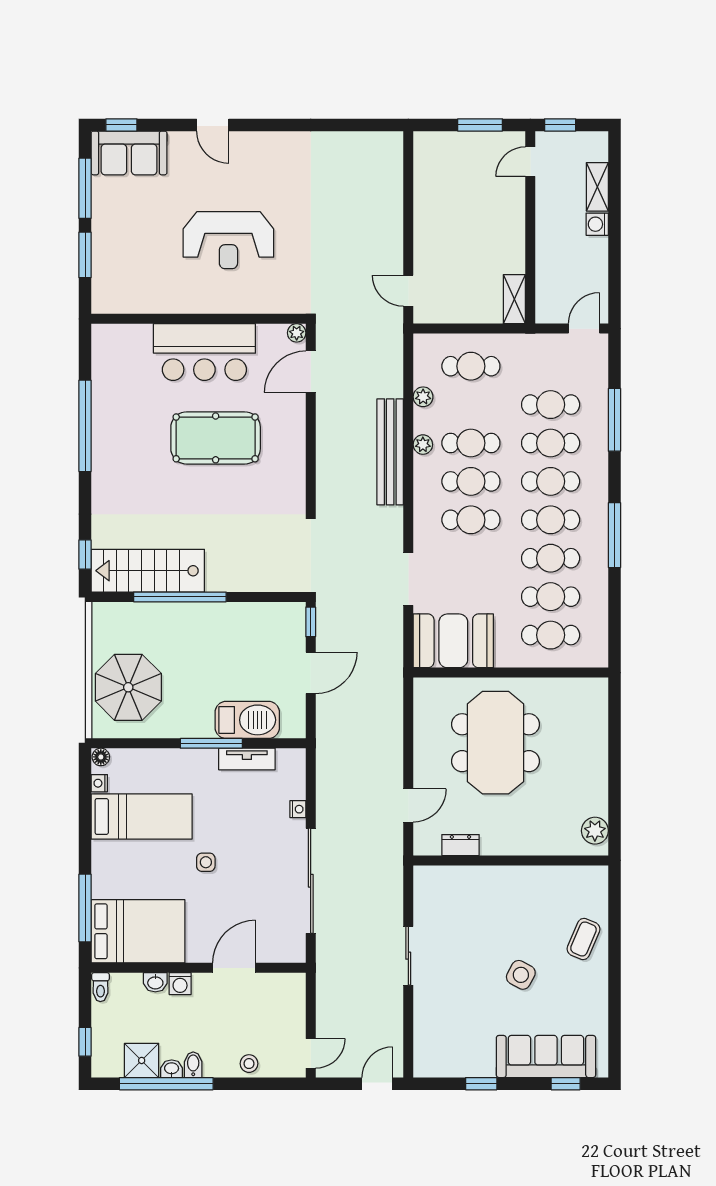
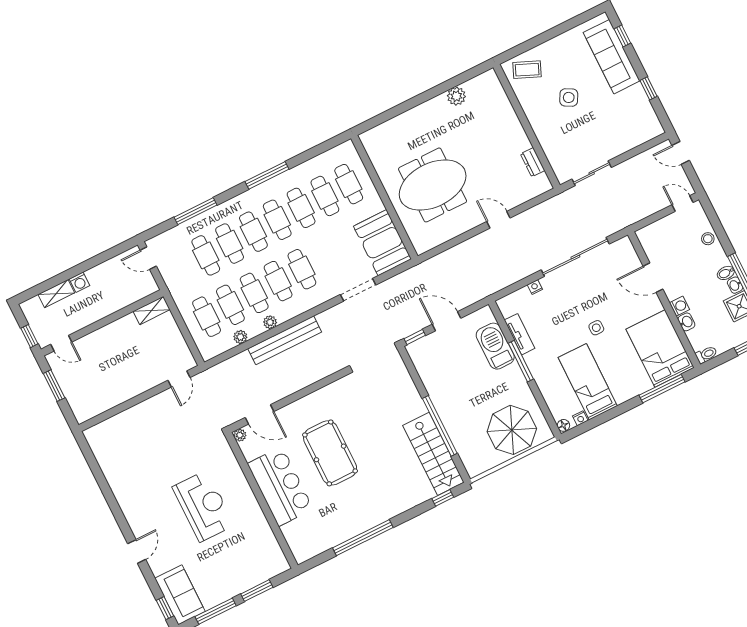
cafe table: (471, 405) -> (230, 305), added
dresser: (460, 845) -> (533, 162), moved
wall: (511, 860) -> (527, 126), moved

